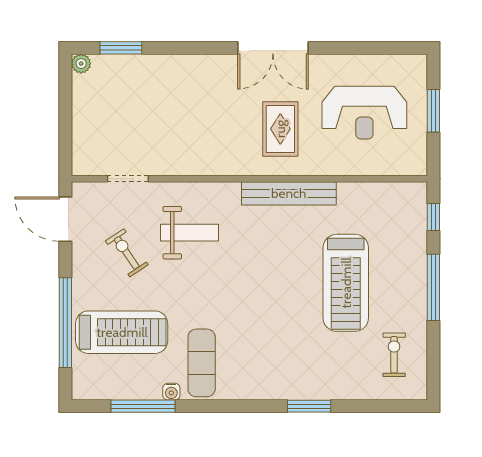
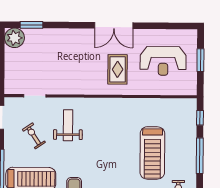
plant: (81, 64) -> (14, 38), width x1.88, depth x1.88
bench: (289, 193) -> (122, 104), removed
weight bench: (190, 233) -> (68, 125), turned -90

